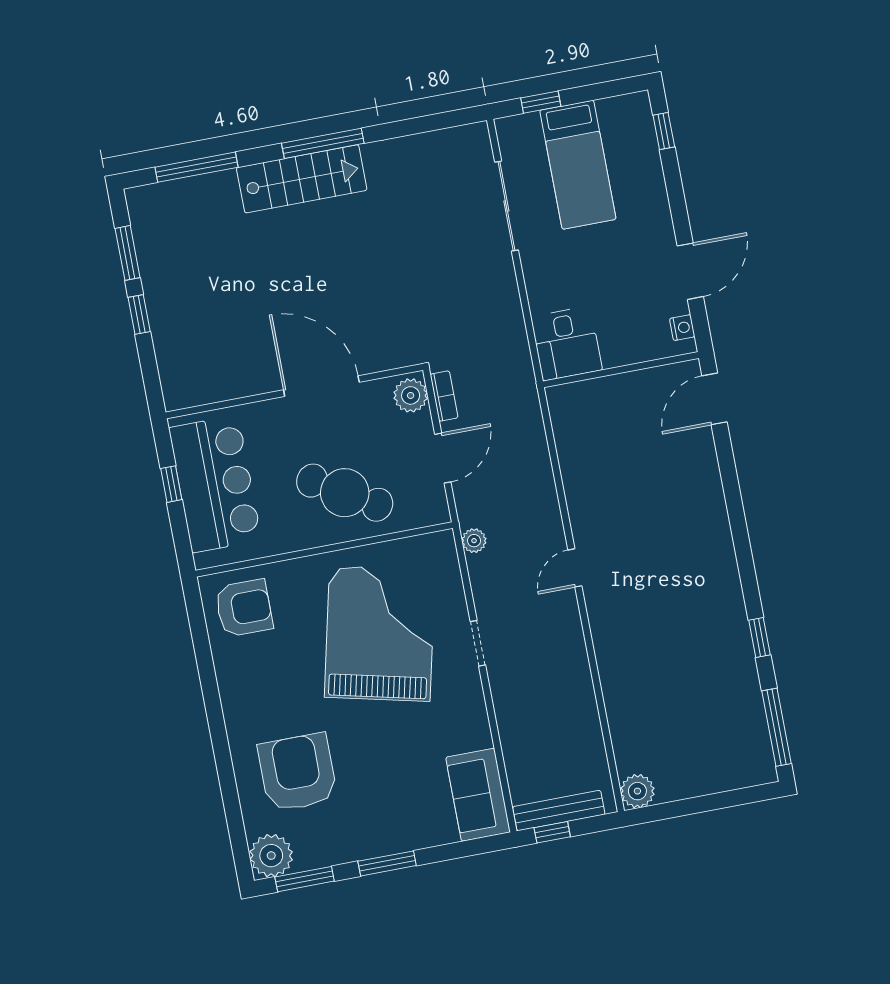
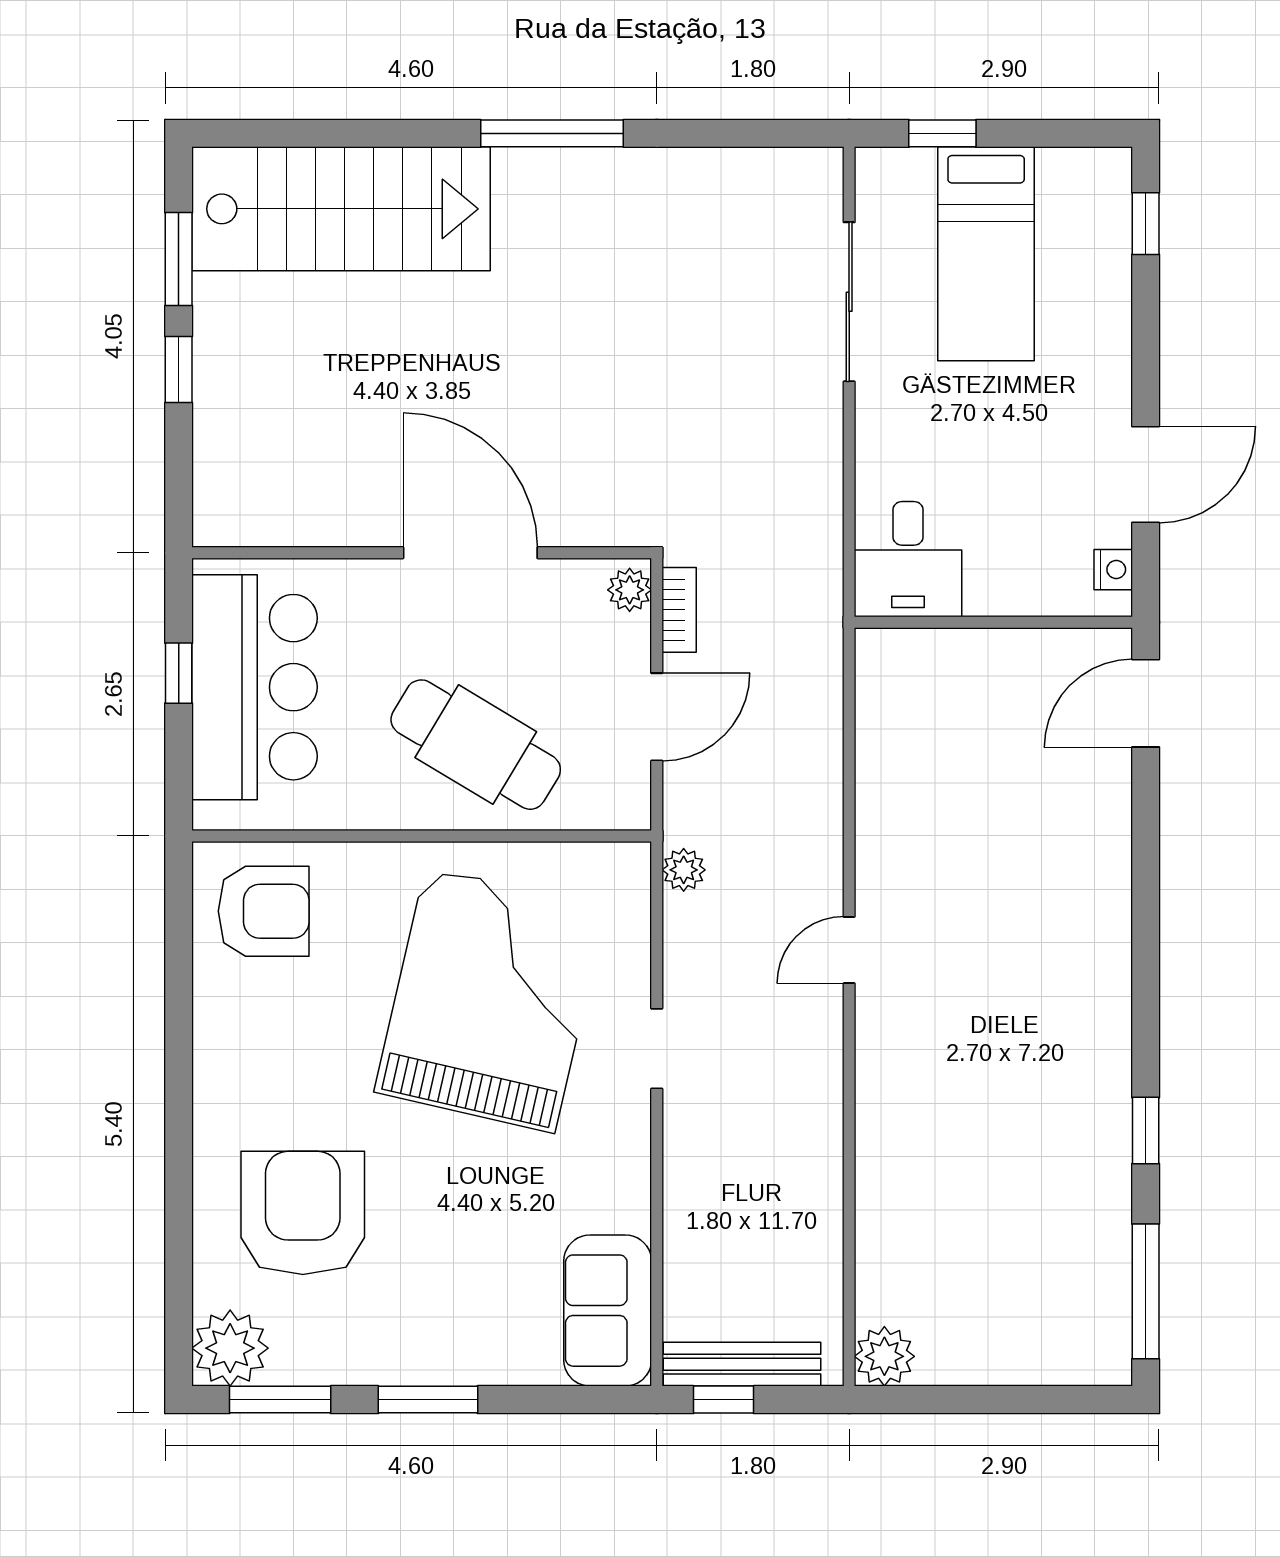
window: (196, 167) -> (326, 133), removed
stairs: (302, 179) -> (341, 209), moved, width x1.36, depth x1.51
plant: (411, 395) -> (630, 590), width x0.73, depth x0.73

